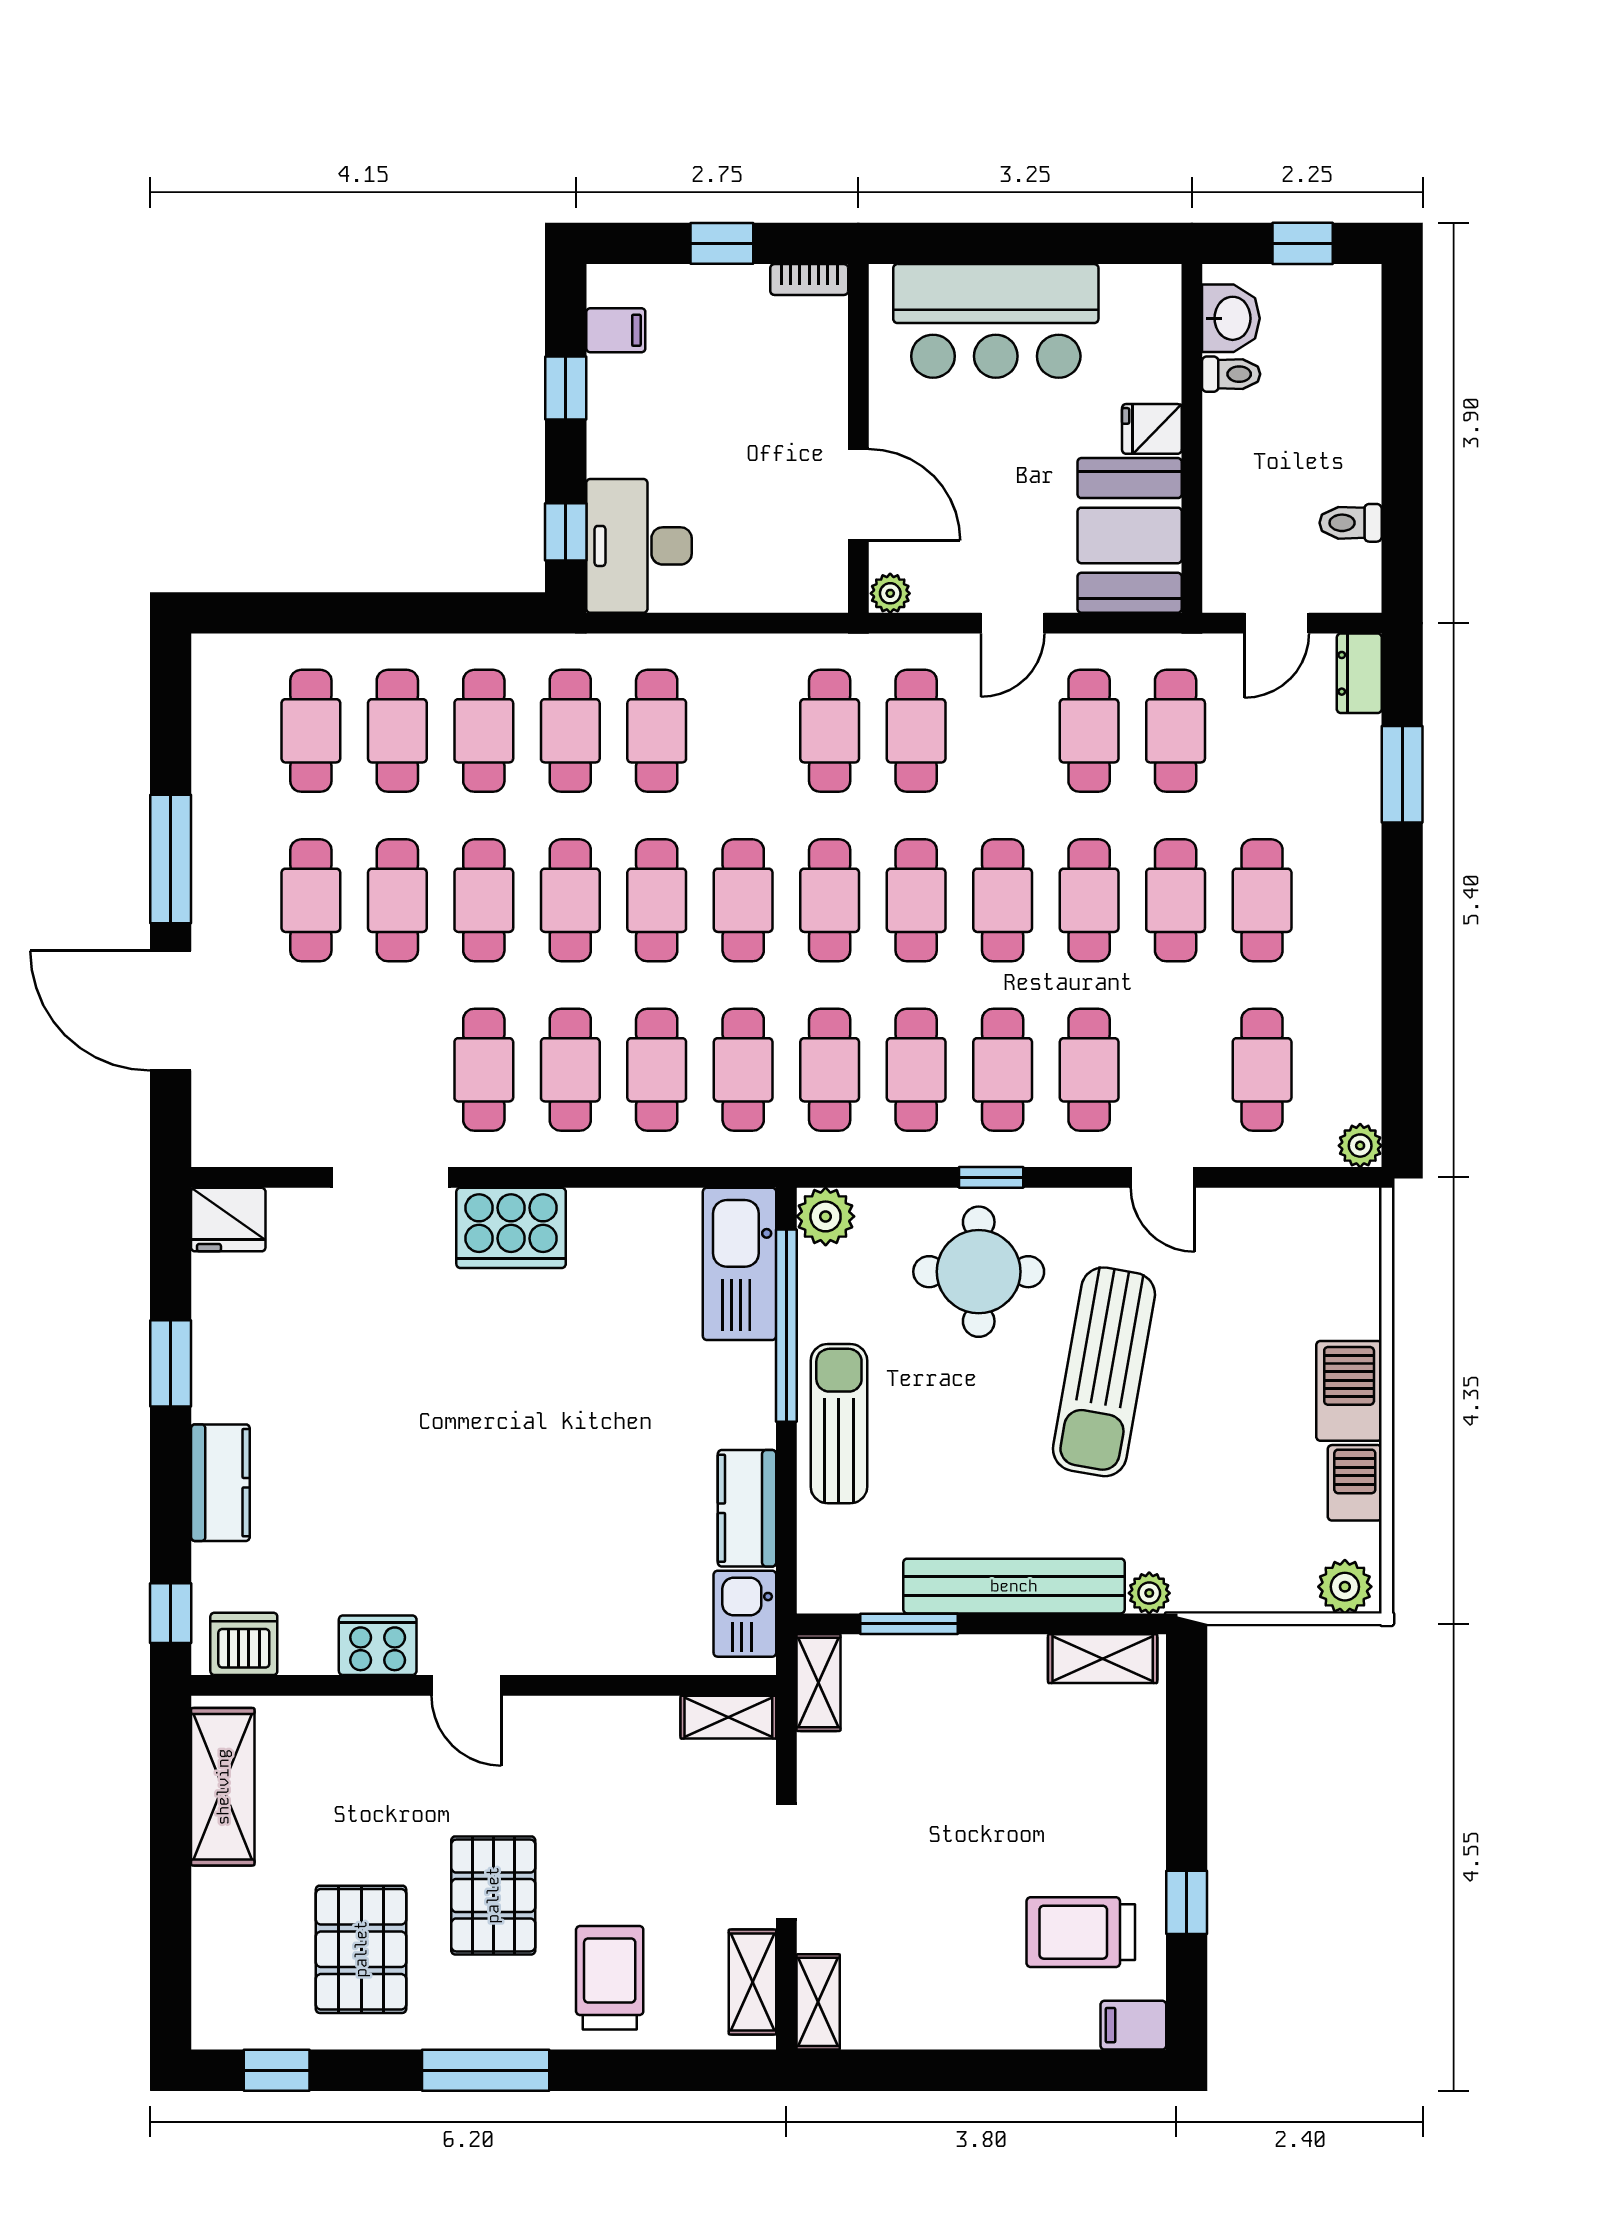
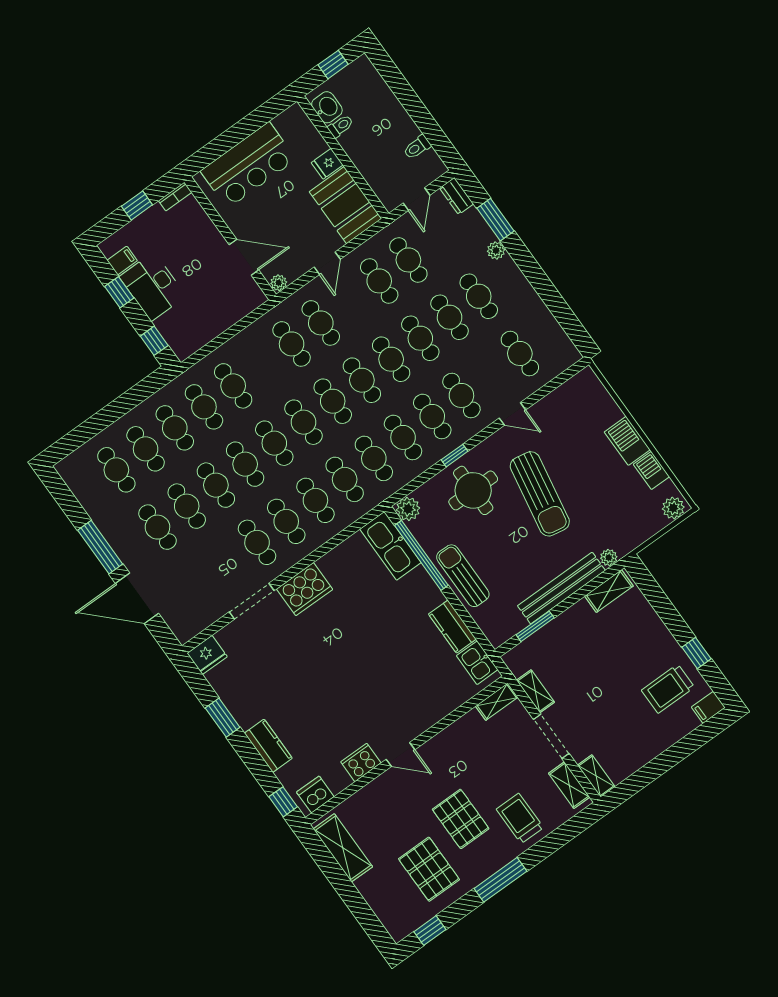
desk: (639, 546) -> (153, 286), moved
plant: (1360, 1146) -> (496, 250), moved
shelving: (819, 1683) -> (535, 691), moved

